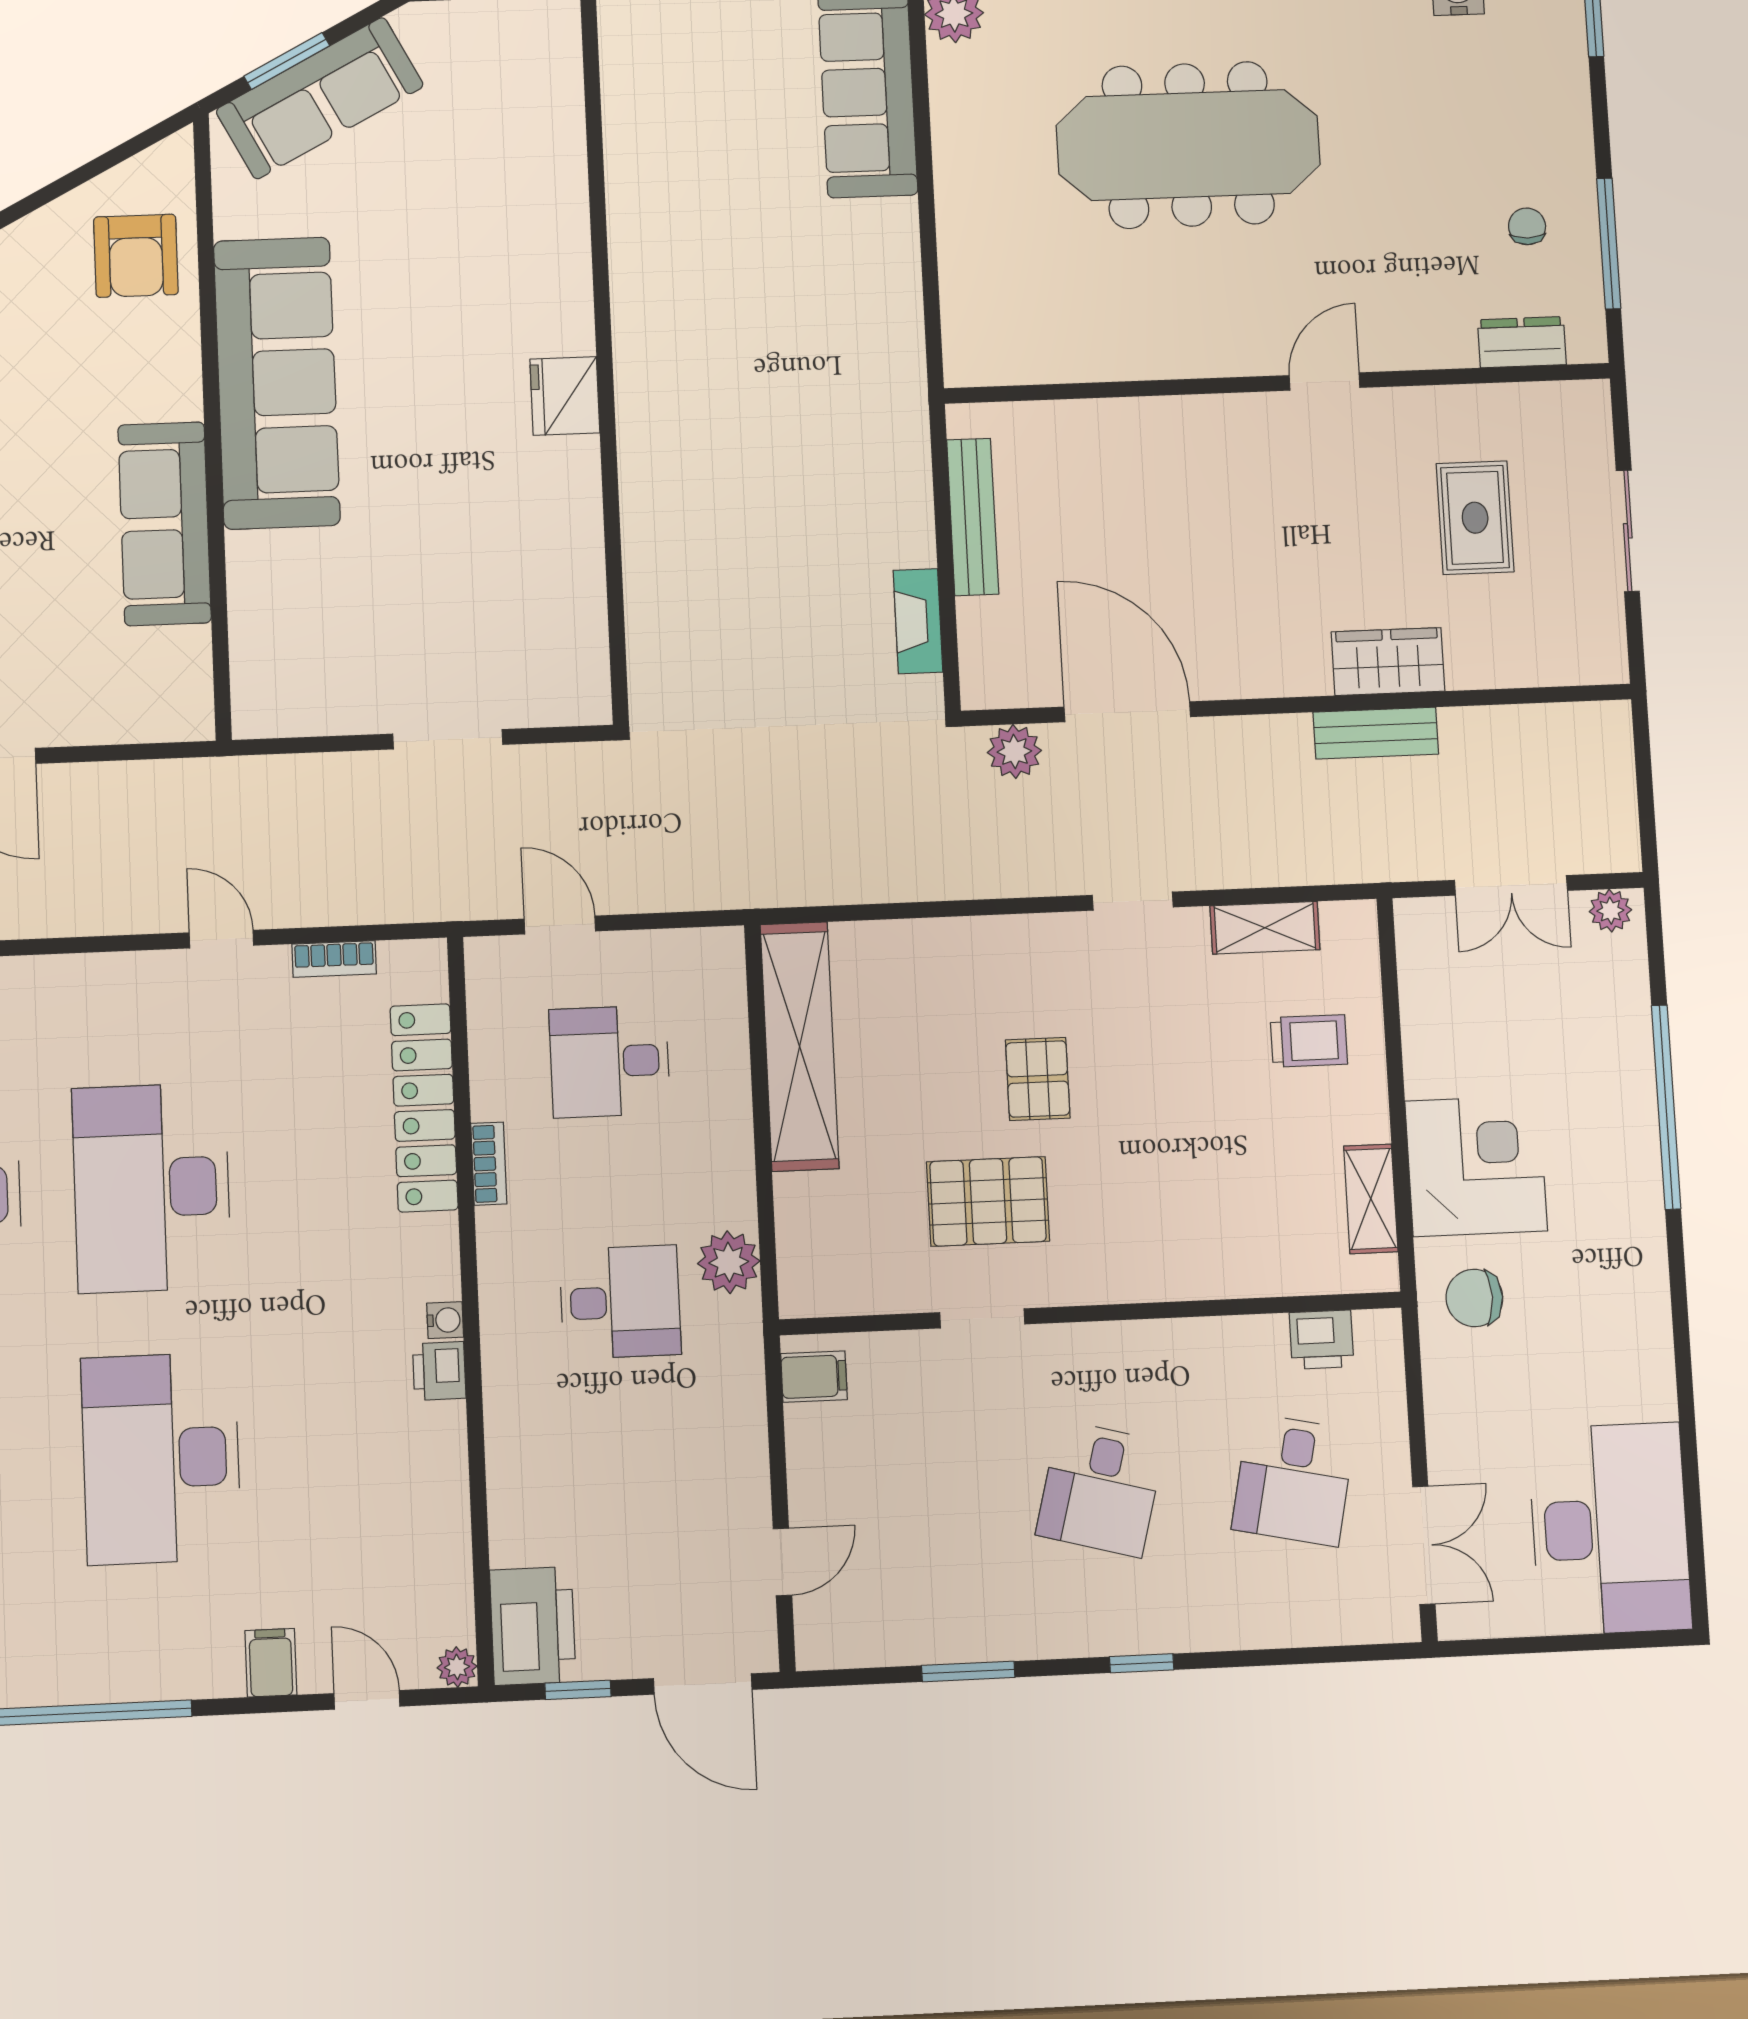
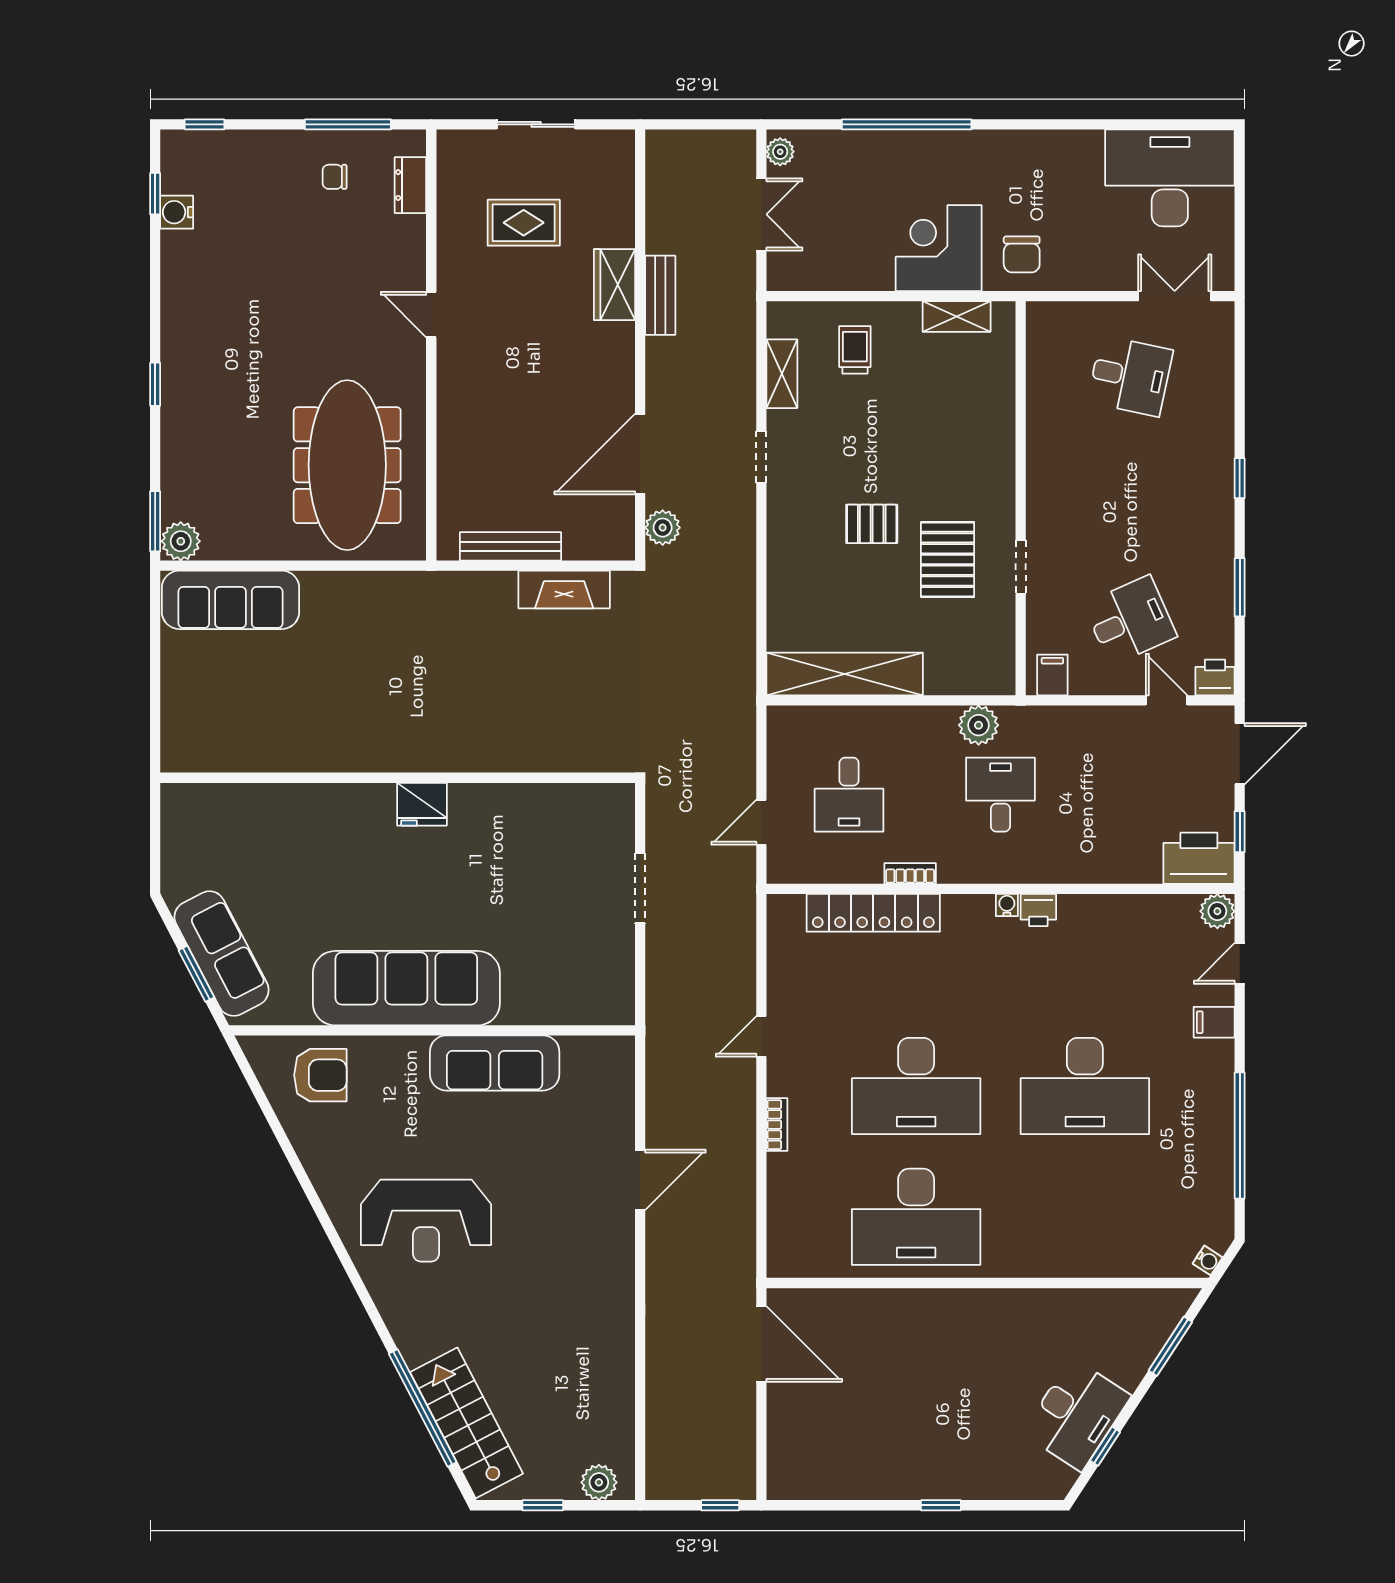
meeting table: (1188, 145) -> (347, 465), moved
fireplace: (918, 621) -> (564, 589), width x1.37, depth x1.32
bookcase: (334, 959) -> (777, 1125), moved
printer: (1322, 1340) -> (1215, 677), moved, turned -90
desk: (1100, 1489) -> (1130, 620), moved, turned -39
plant: (457, 1667) -> (1217, 911), width x1.38, depth x1.38

